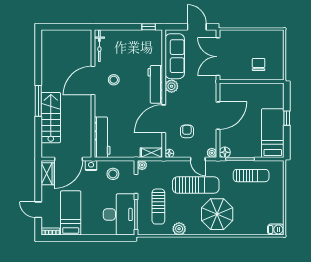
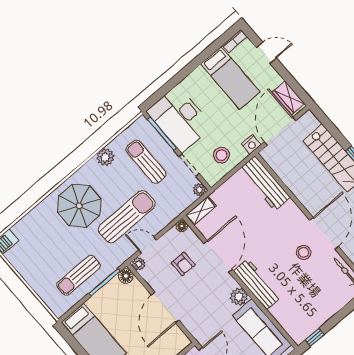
sun lounger: (196, 185) -> (127, 217), turned 180

